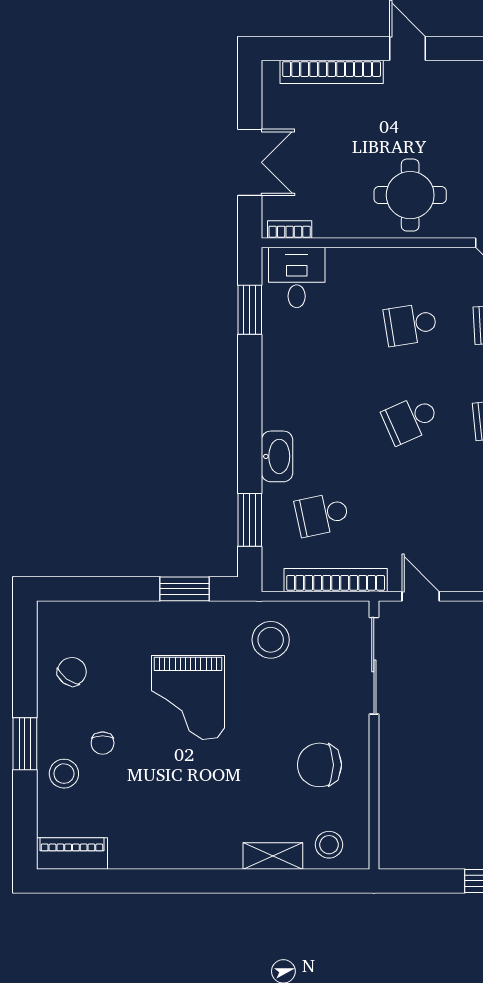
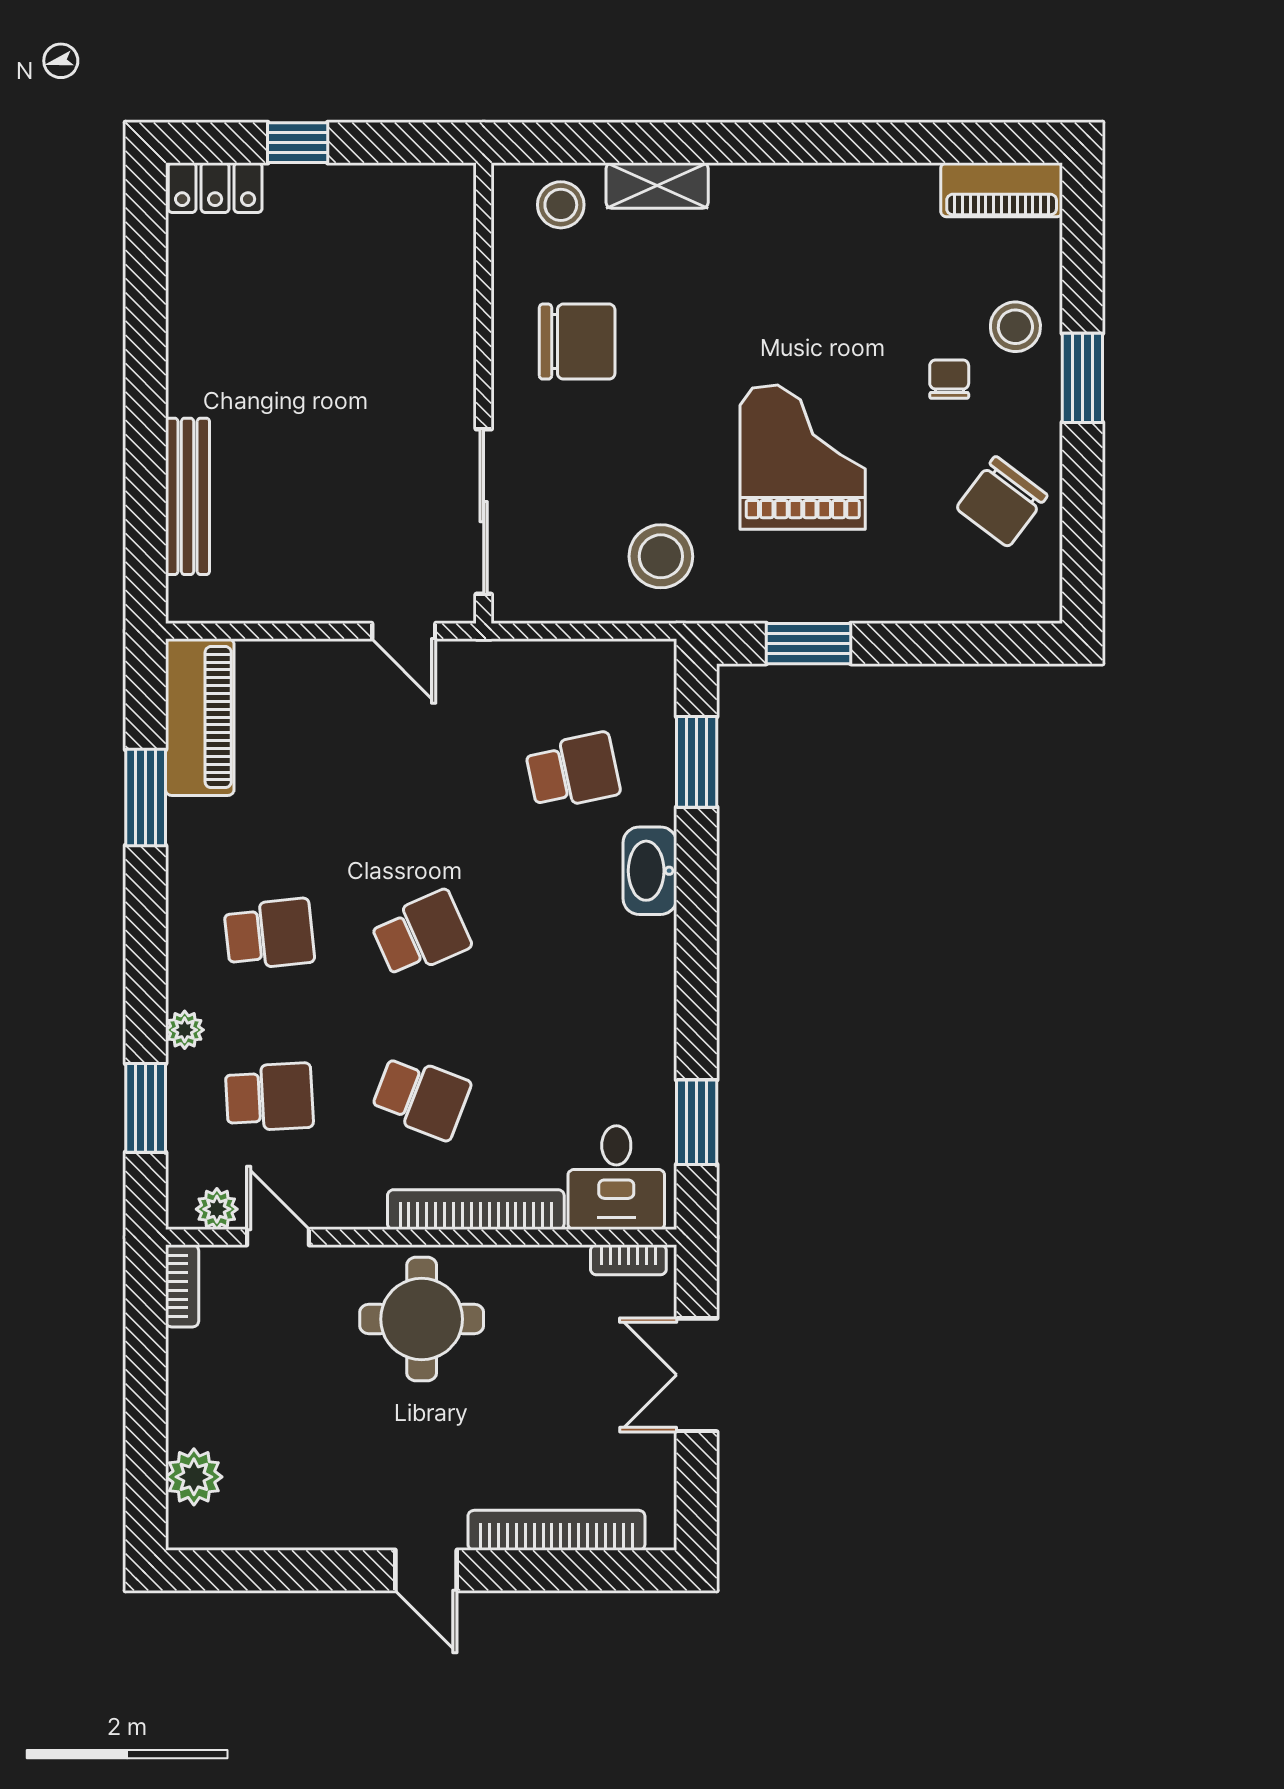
school desk: (410, 324) -> (421, 1097), turned 30
bookcase: (336, 580) -> (476, 1210), moved, turned 180
chair: (72, 672) -> (1002, 502), width x1.37, depth x1.37

